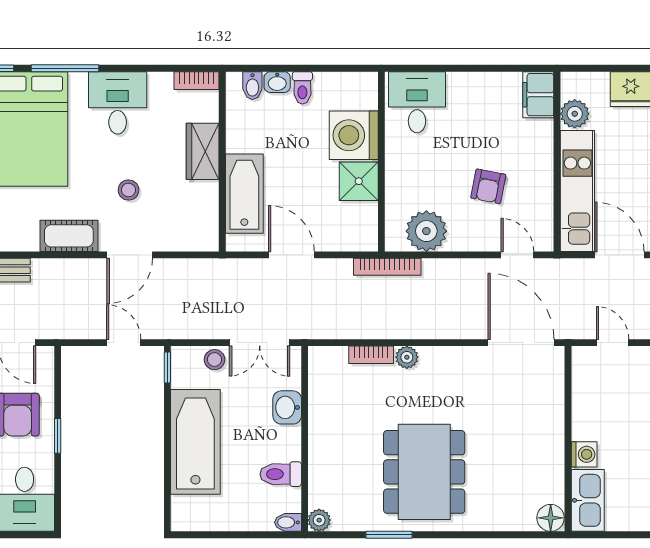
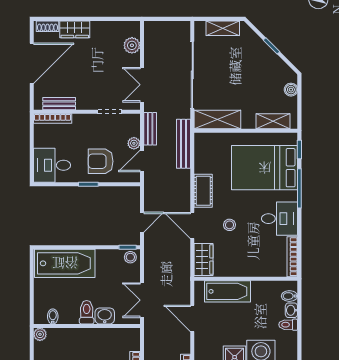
bookcase: (197, 81) -> (292, 257), width x1.56
wardrobe: (203, 151) -> (204, 260), moved, turned 90
door: (291, 255) -> (192, 318), swing flipped
stool: (215, 360) -> (130, 257), moved
bathtub: (195, 442) -> (65, 263), moved
toilet: (281, 474) -> (87, 312), moved
bidet: (288, 522) -> (53, 316), moved

